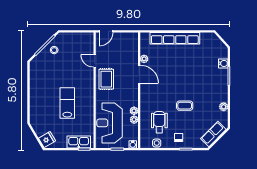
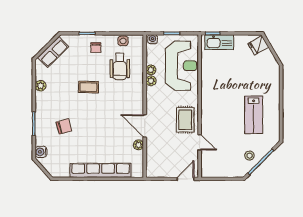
water cooler: (223, 63) -> (41, 152), moved
chair: (205, 74) -> (64, 127), added
lab bench: (67, 103) -> (254, 115), moved

